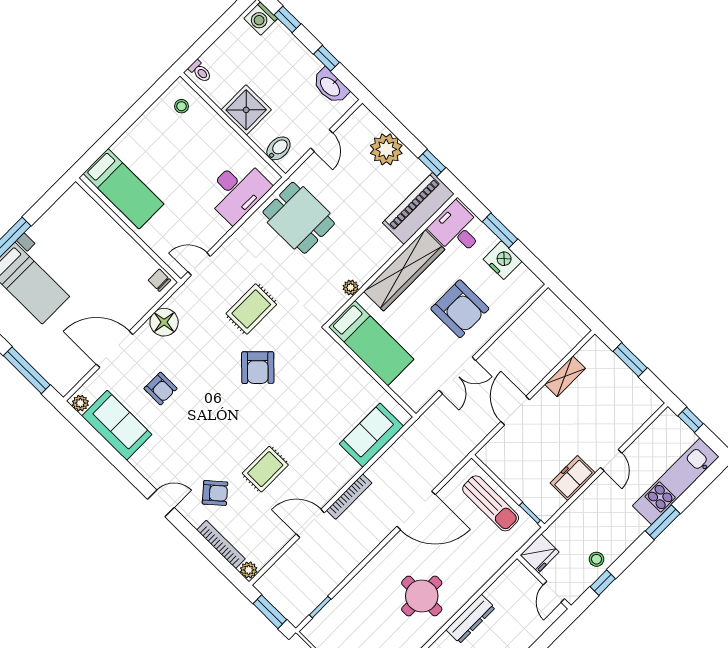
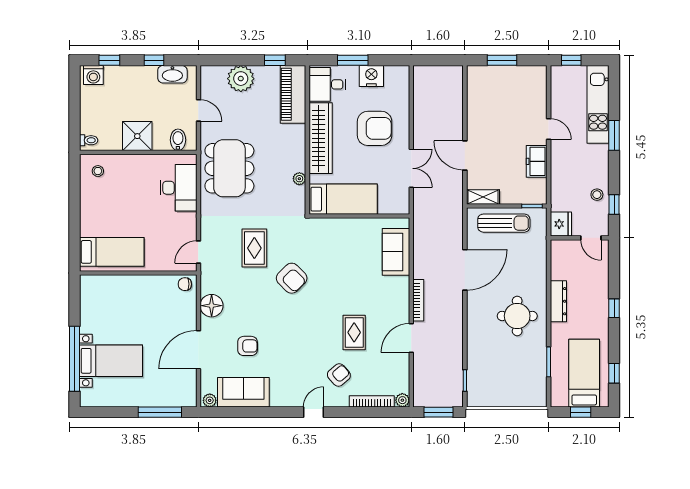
dining table: (299, 218) -> (229, 168), width x1.37
shelving: (565, 376) -> (483, 197), moved, turned 90

